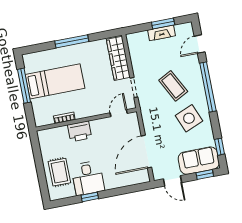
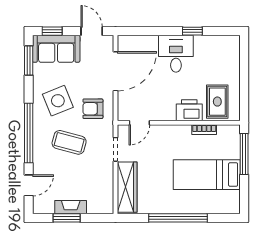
window: (72, 41) -> (178, 218), width x1.46
window: (24, 86) -> (244, 154), moved
coffee table: (173, 86) -> (69, 142), turned -47
armchair: (159, 117) -> (93, 109), added
window: (220, 147) -> (29, 60), width x1.50
rug: (59, 172) -> (217, 102), moved
desk: (88, 178) -> (176, 54), moved

